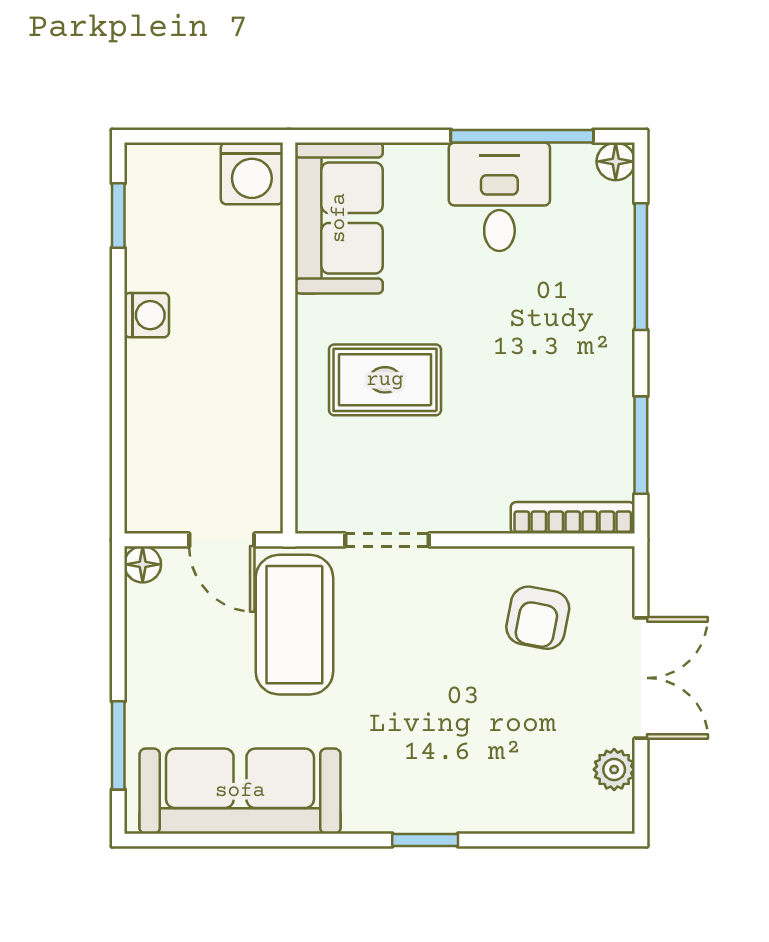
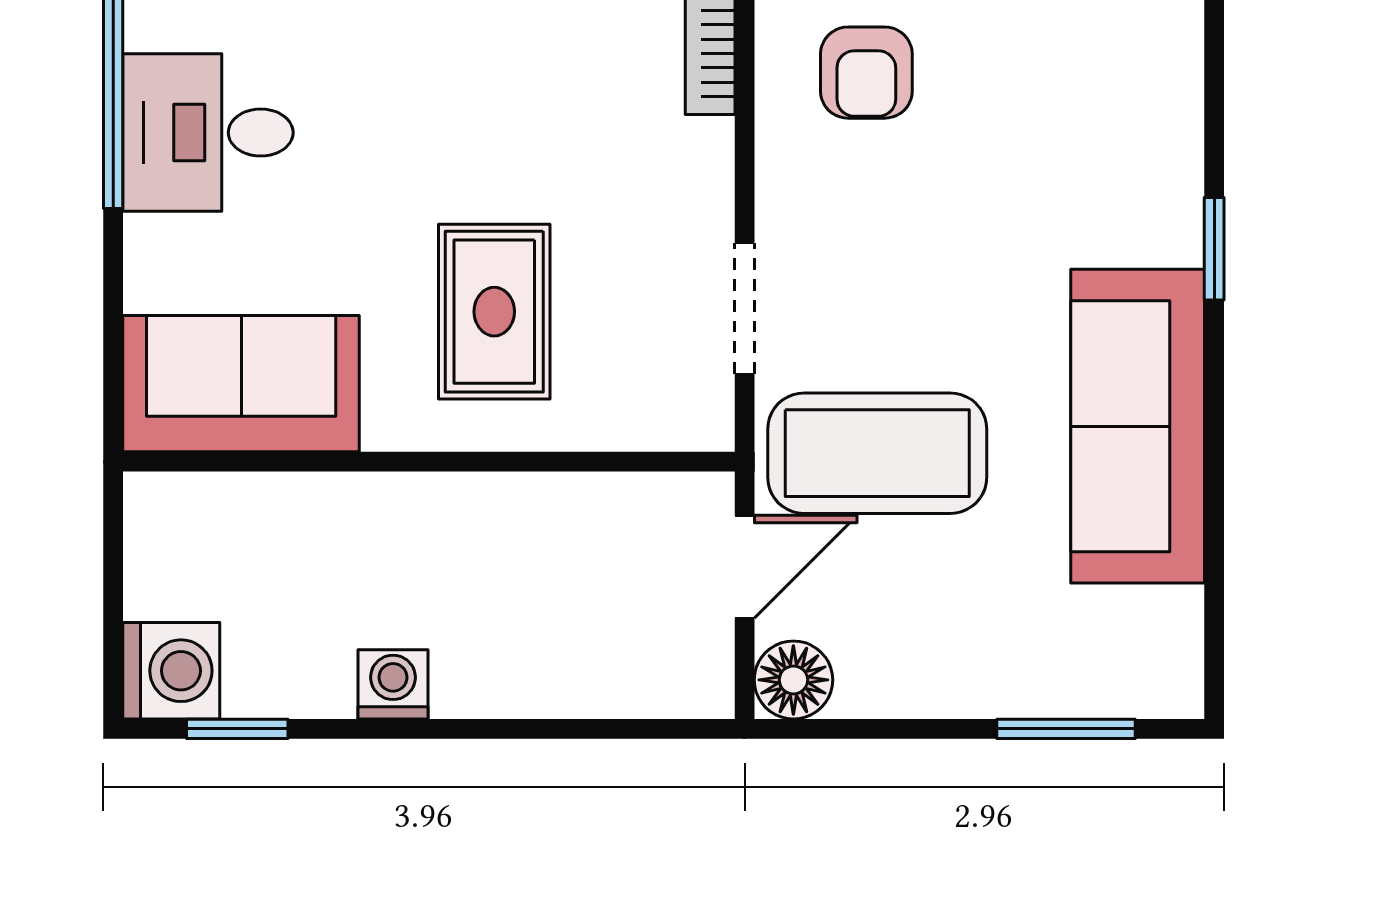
washing machine: (252, 173) -> (171, 671), moved
floor lamp: (143, 564) -> (793, 680), width x1.37, depth x1.37
armchair: (538, 618) -> (866, 73), turned 79
sofa: (240, 791) -> (1138, 426), moved

